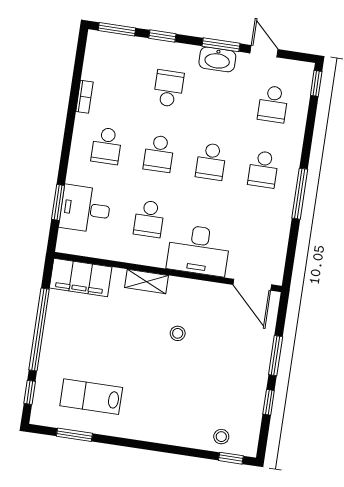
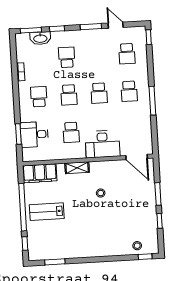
washbasin: (217, 59) -> (40, 38), moved
school desk: (107, 146) -> (39, 97), turned 180
lab bench: (91, 397) -> (47, 212), moved

